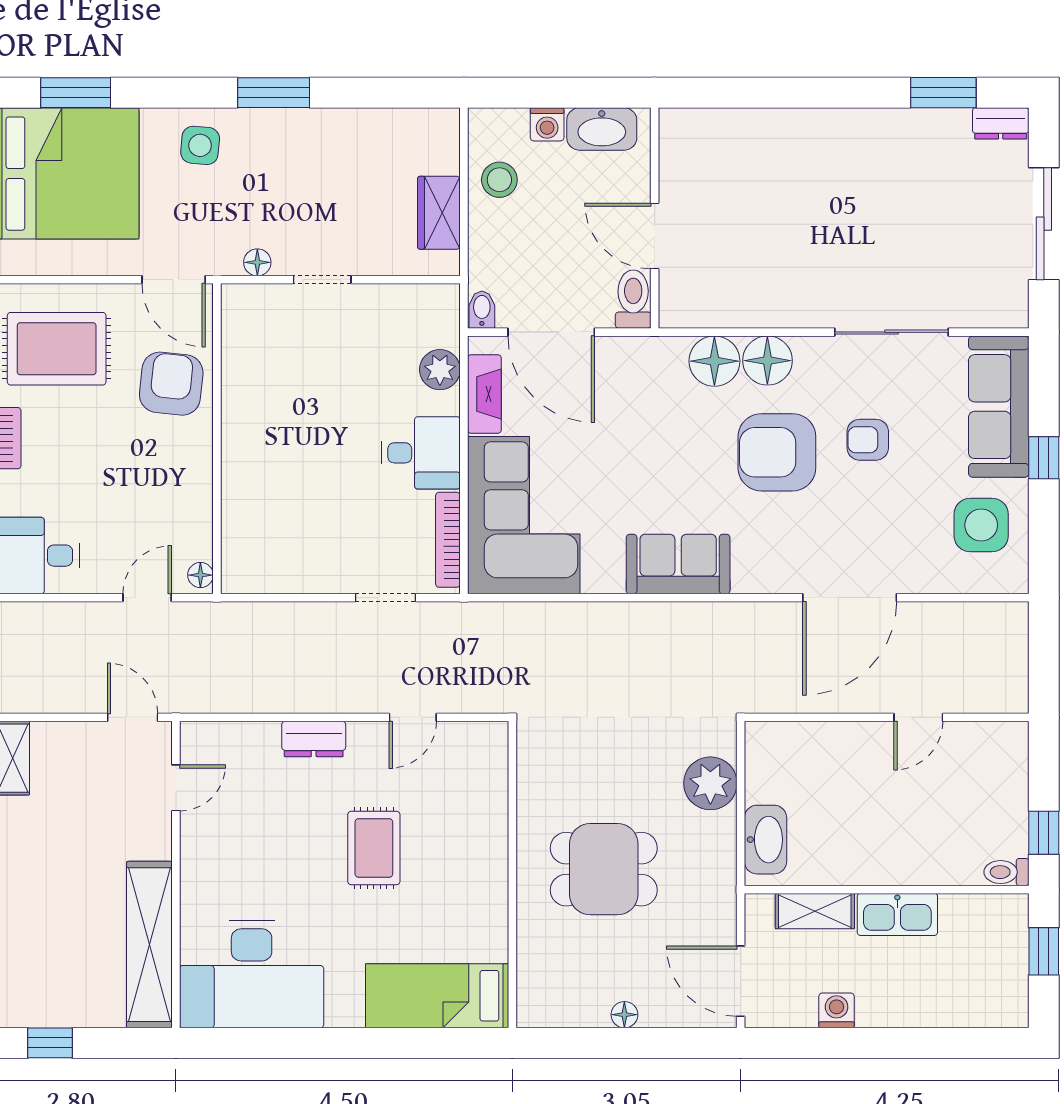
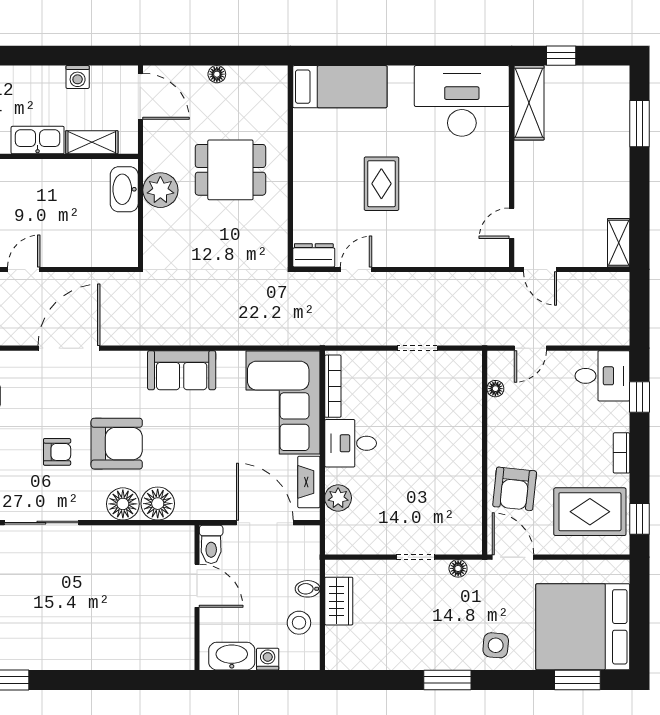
bidet: (482, 310) -> (308, 589), moved, turned 90
floor lamp: (200, 575) -> (495, 389), moved
doorway: (385, 598) -> (417, 348), moved
dresser: (314, 739) -> (314, 255), moved
plant: (710, 783) -> (160, 190), moved
shelving: (149, 945) -> (529, 103), width x0.68
window: (50, 1043) -> (561, 56), moved

